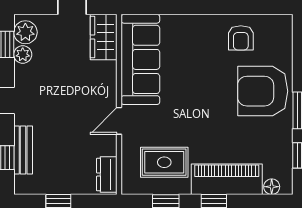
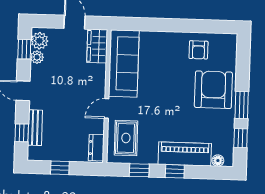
armchair: (263, 91) -> (213, 90), turned 90
rug: (164, 162) -> (126, 138), moved, turned 90

